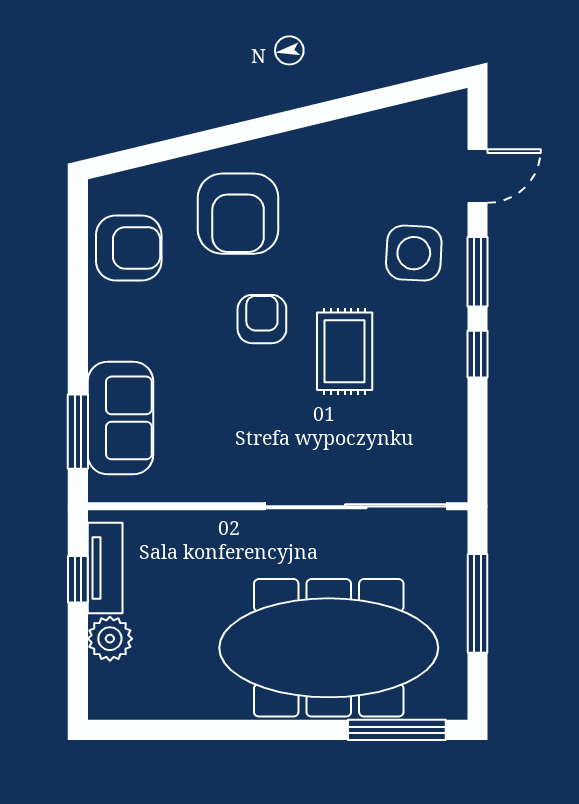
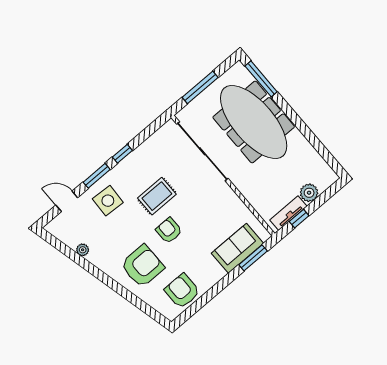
plant: (363, 129) -> (83, 250), added
armchair: (262, 319) -> (169, 230), turned 90

